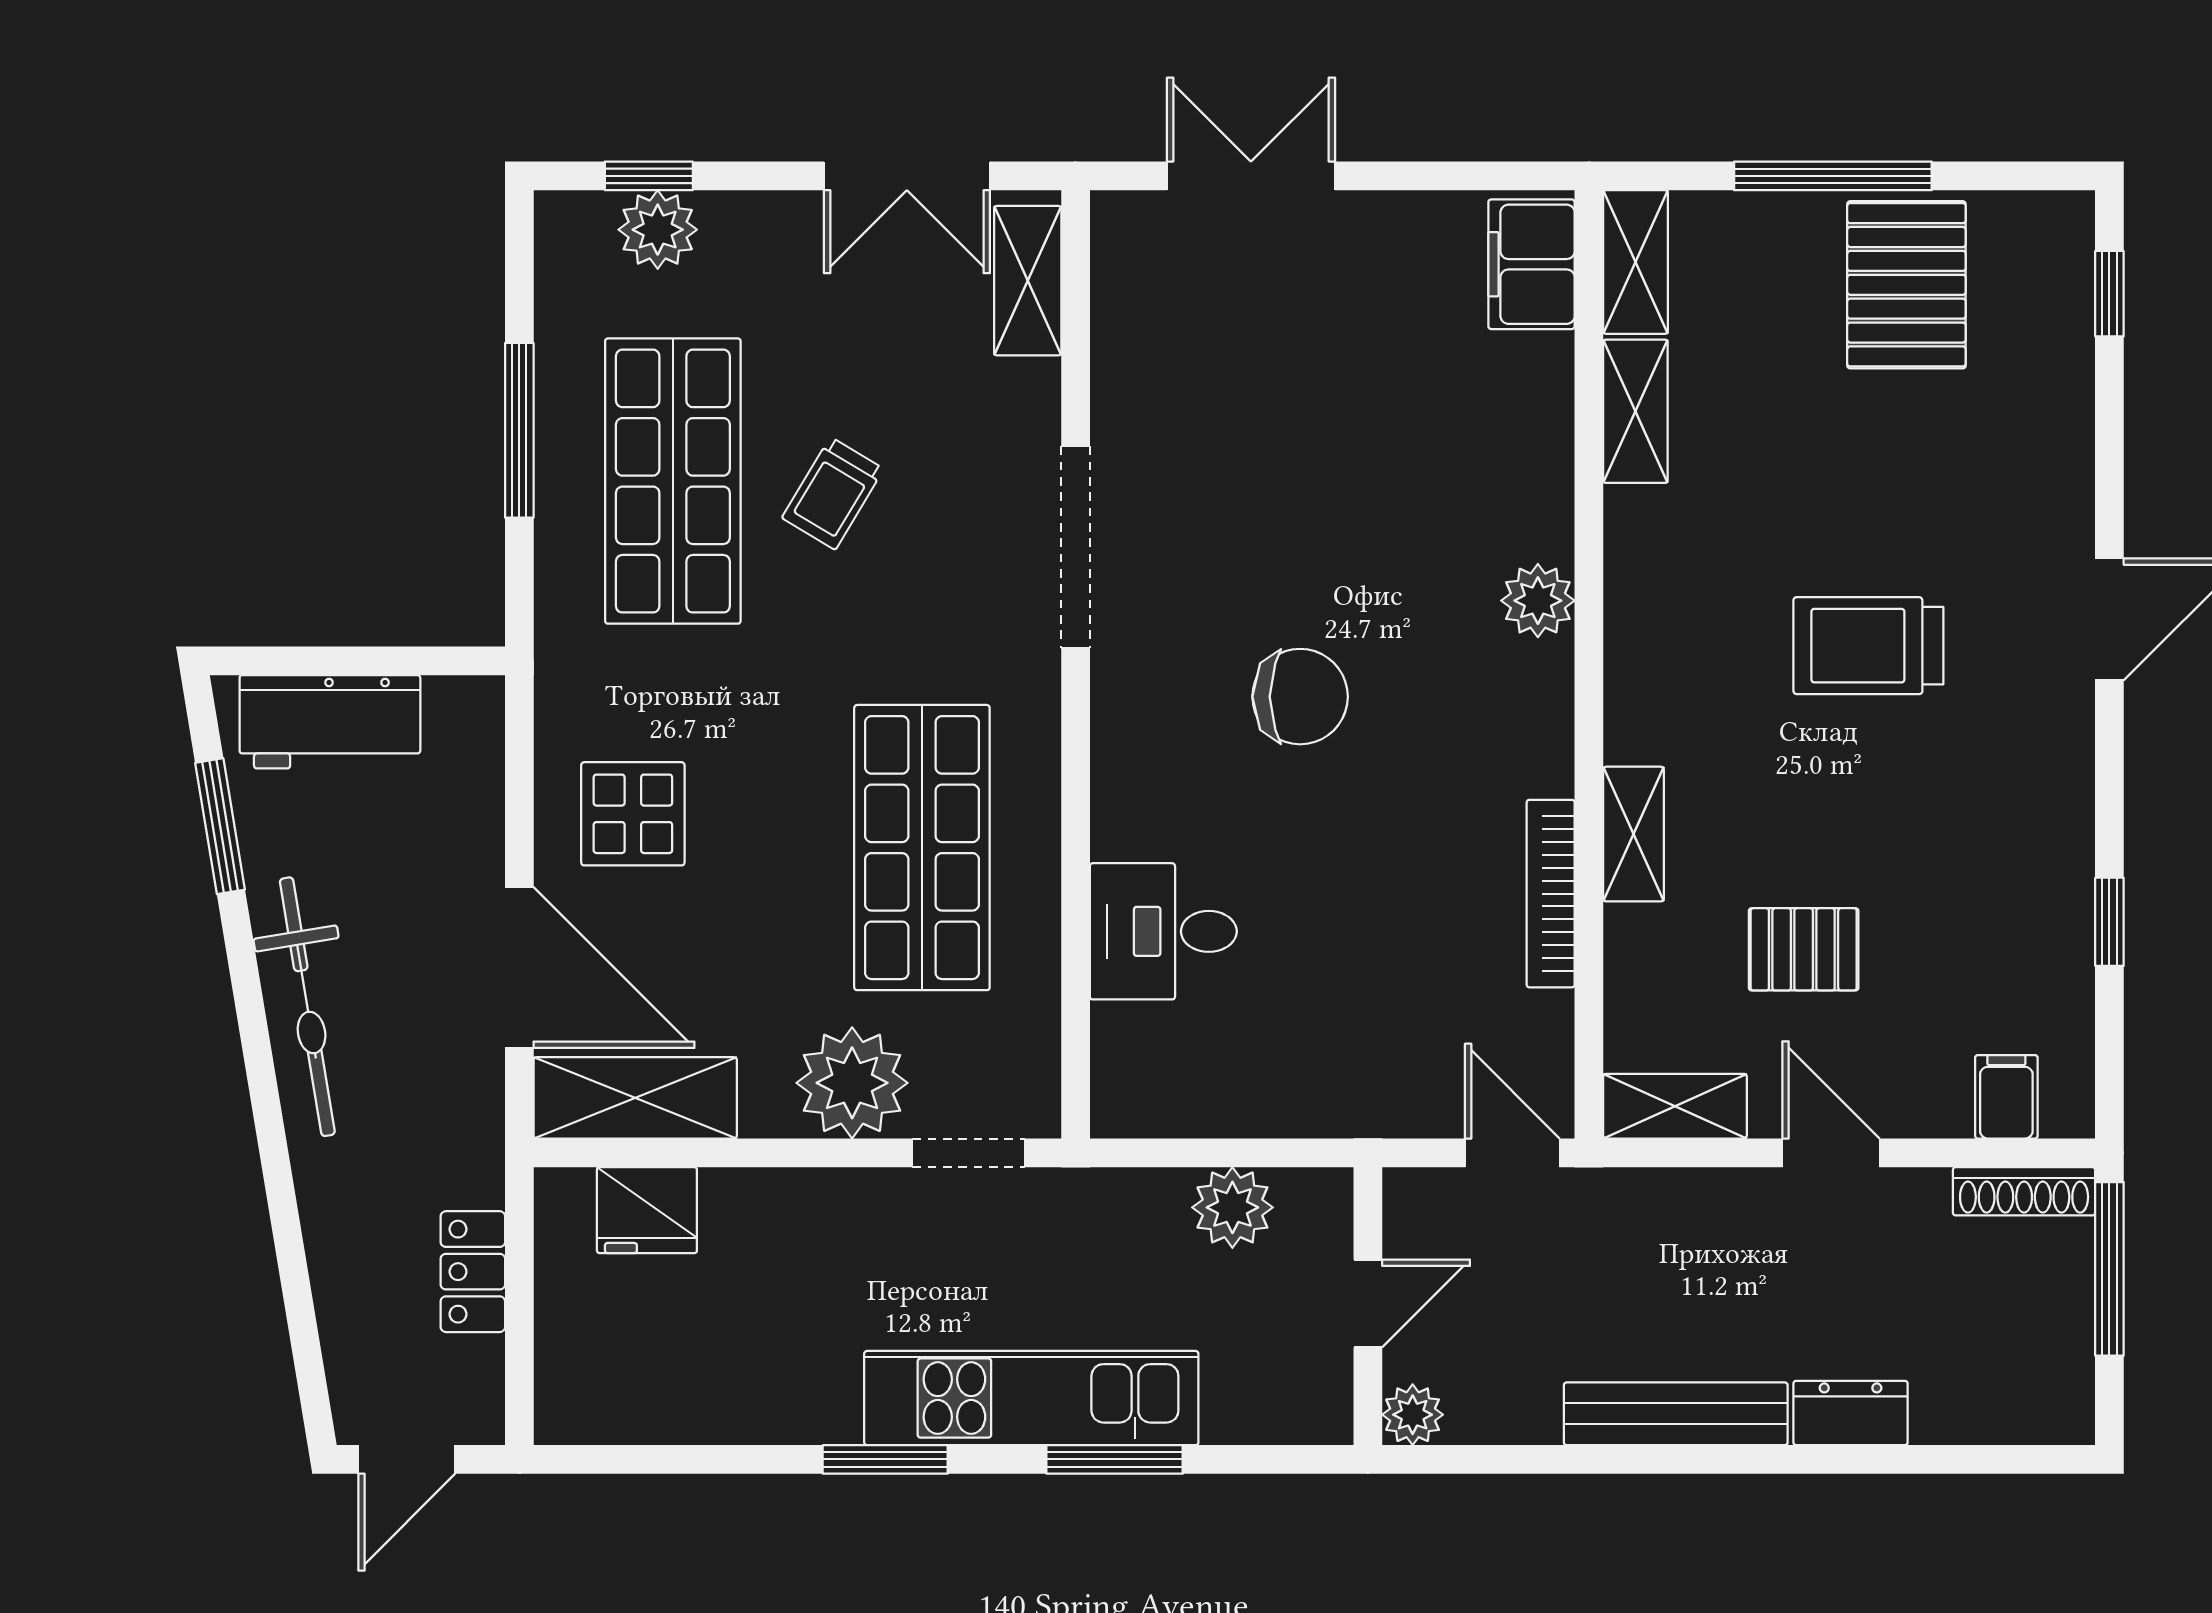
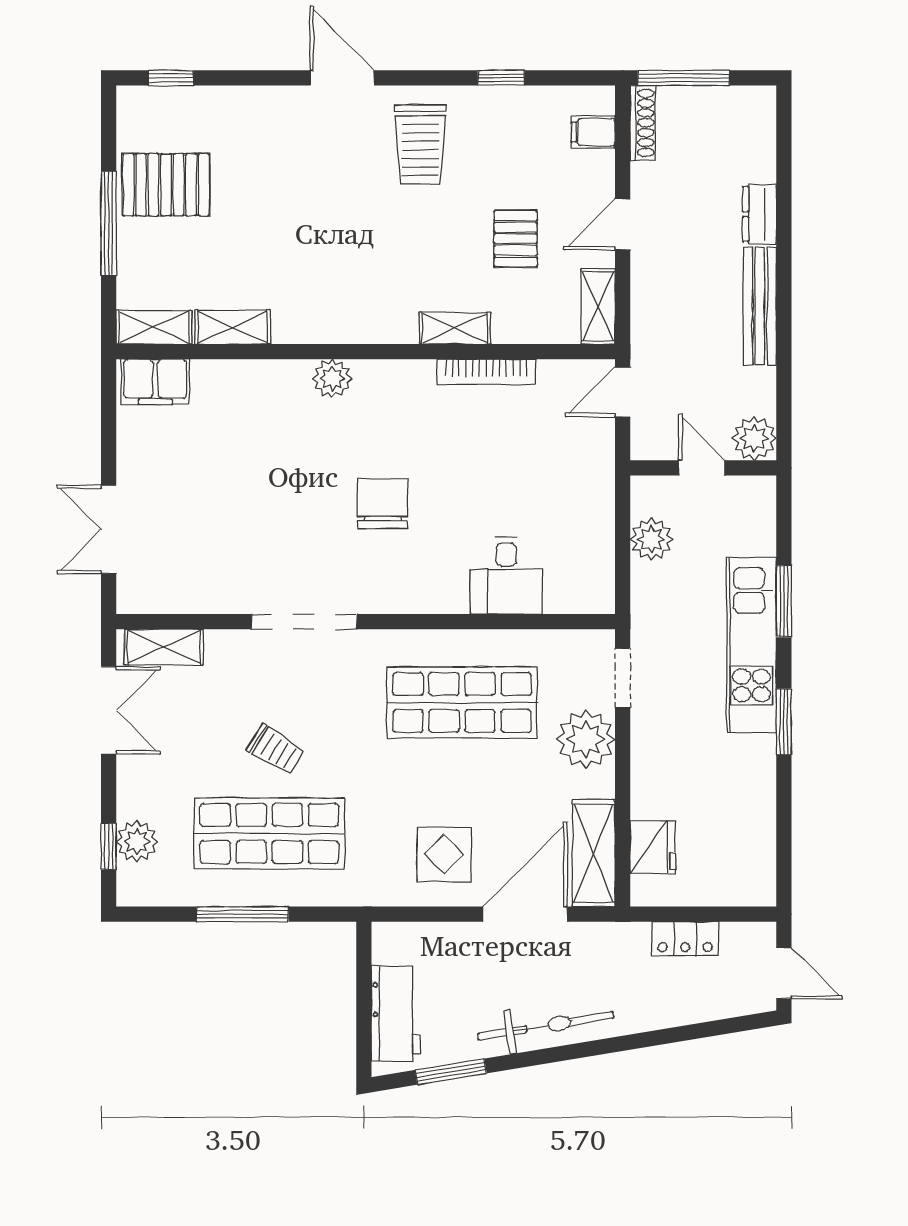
trolley: (1868, 646) -> (420, 144), moved
plant: (1413, 1415) -> (754, 438), width x1.38, depth x1.38

